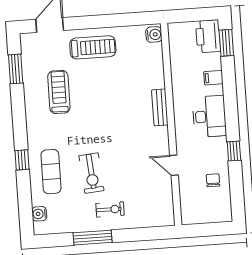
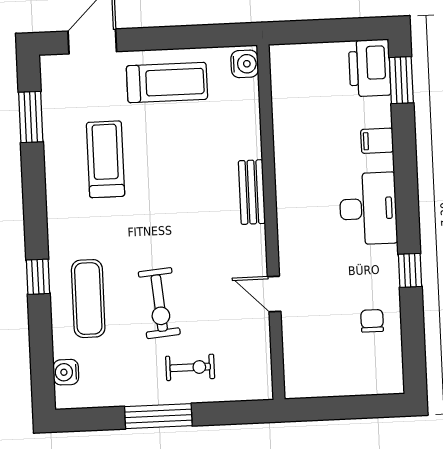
water cooler: (154, 34) -> (245, 64), moved
bench: (160, 107) -> (252, 192), moved
wall: (171, 124) -> (271, 222), moved
door: (174, 165) -> (274, 294), moved

